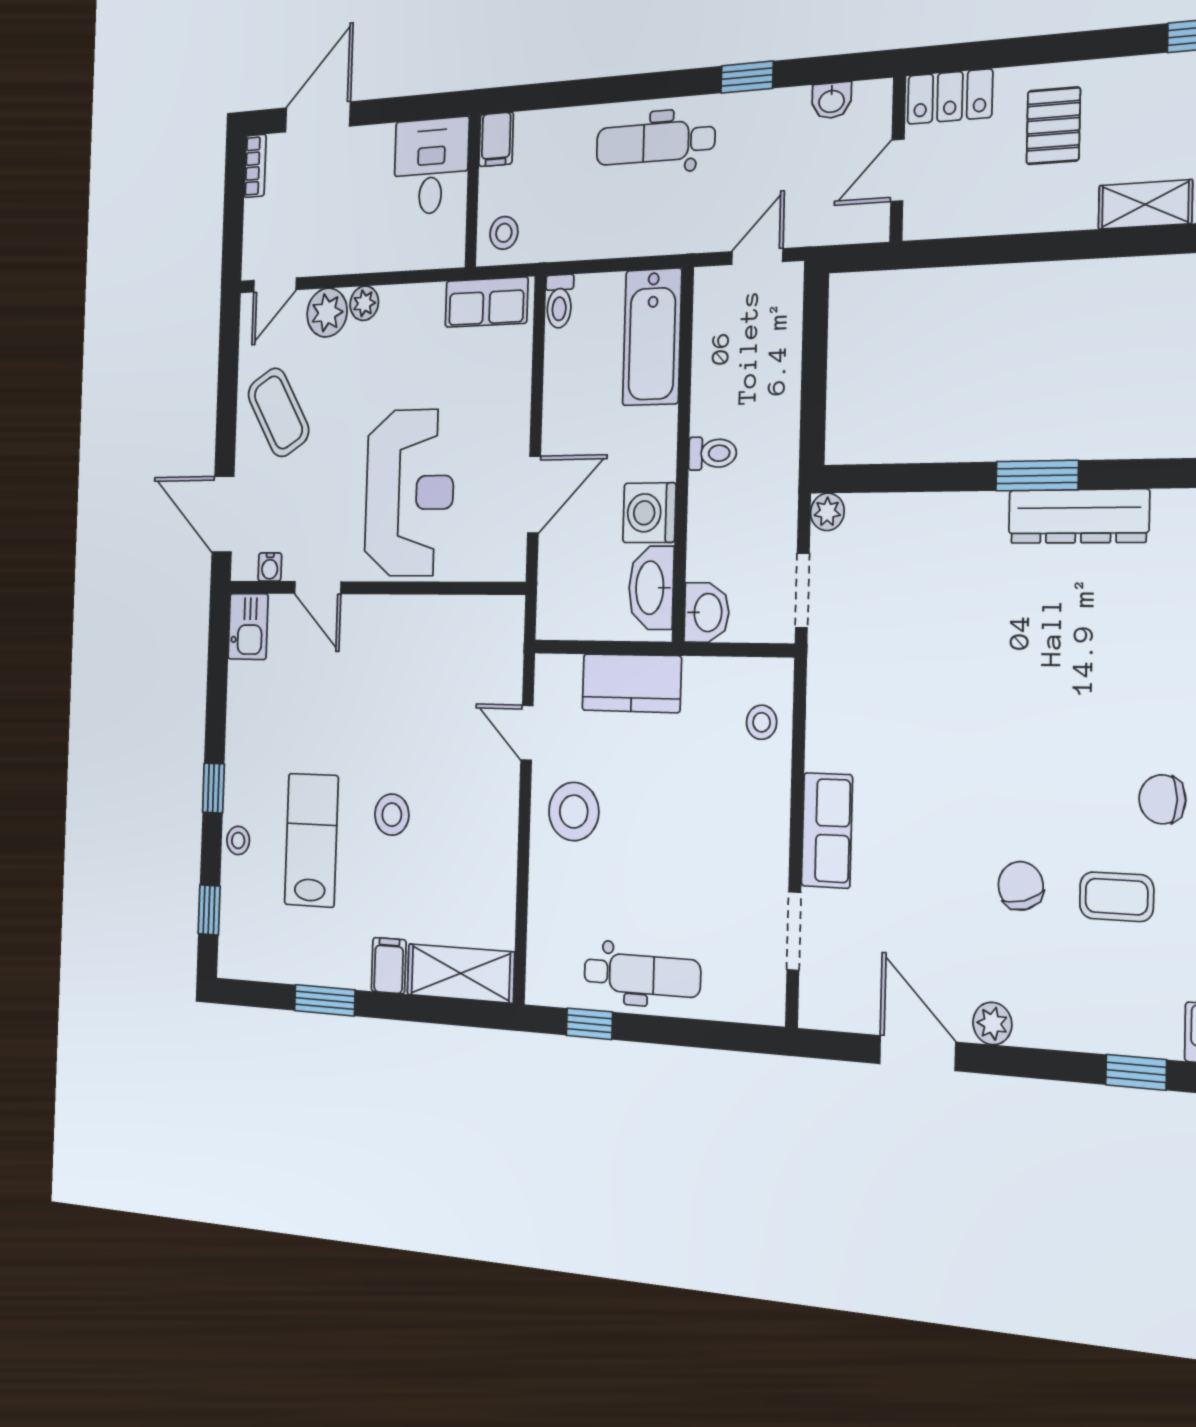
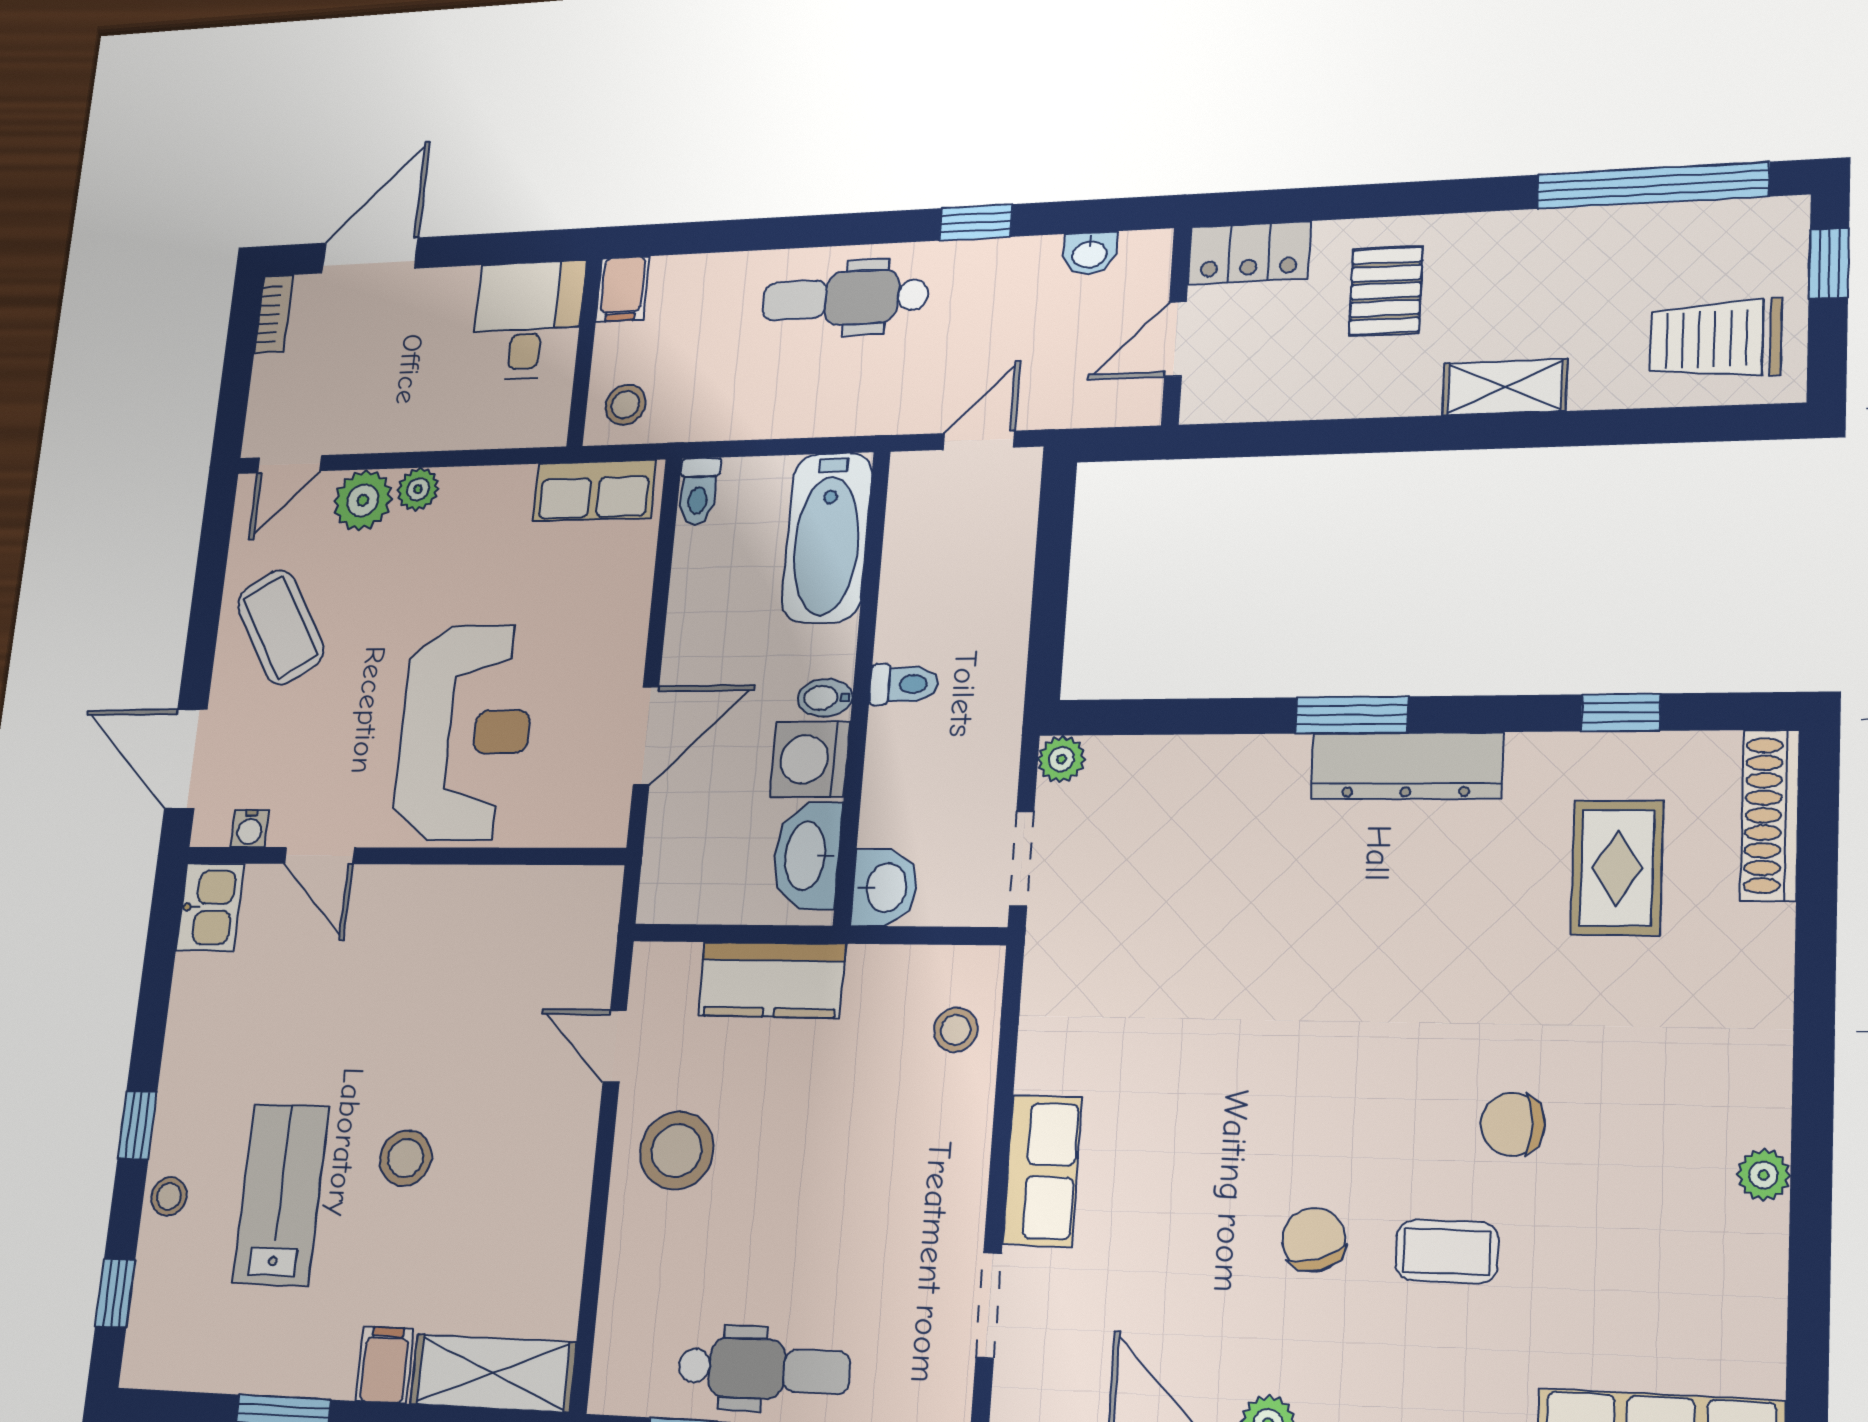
bidet: (657, 464) -> (825, 698), added

